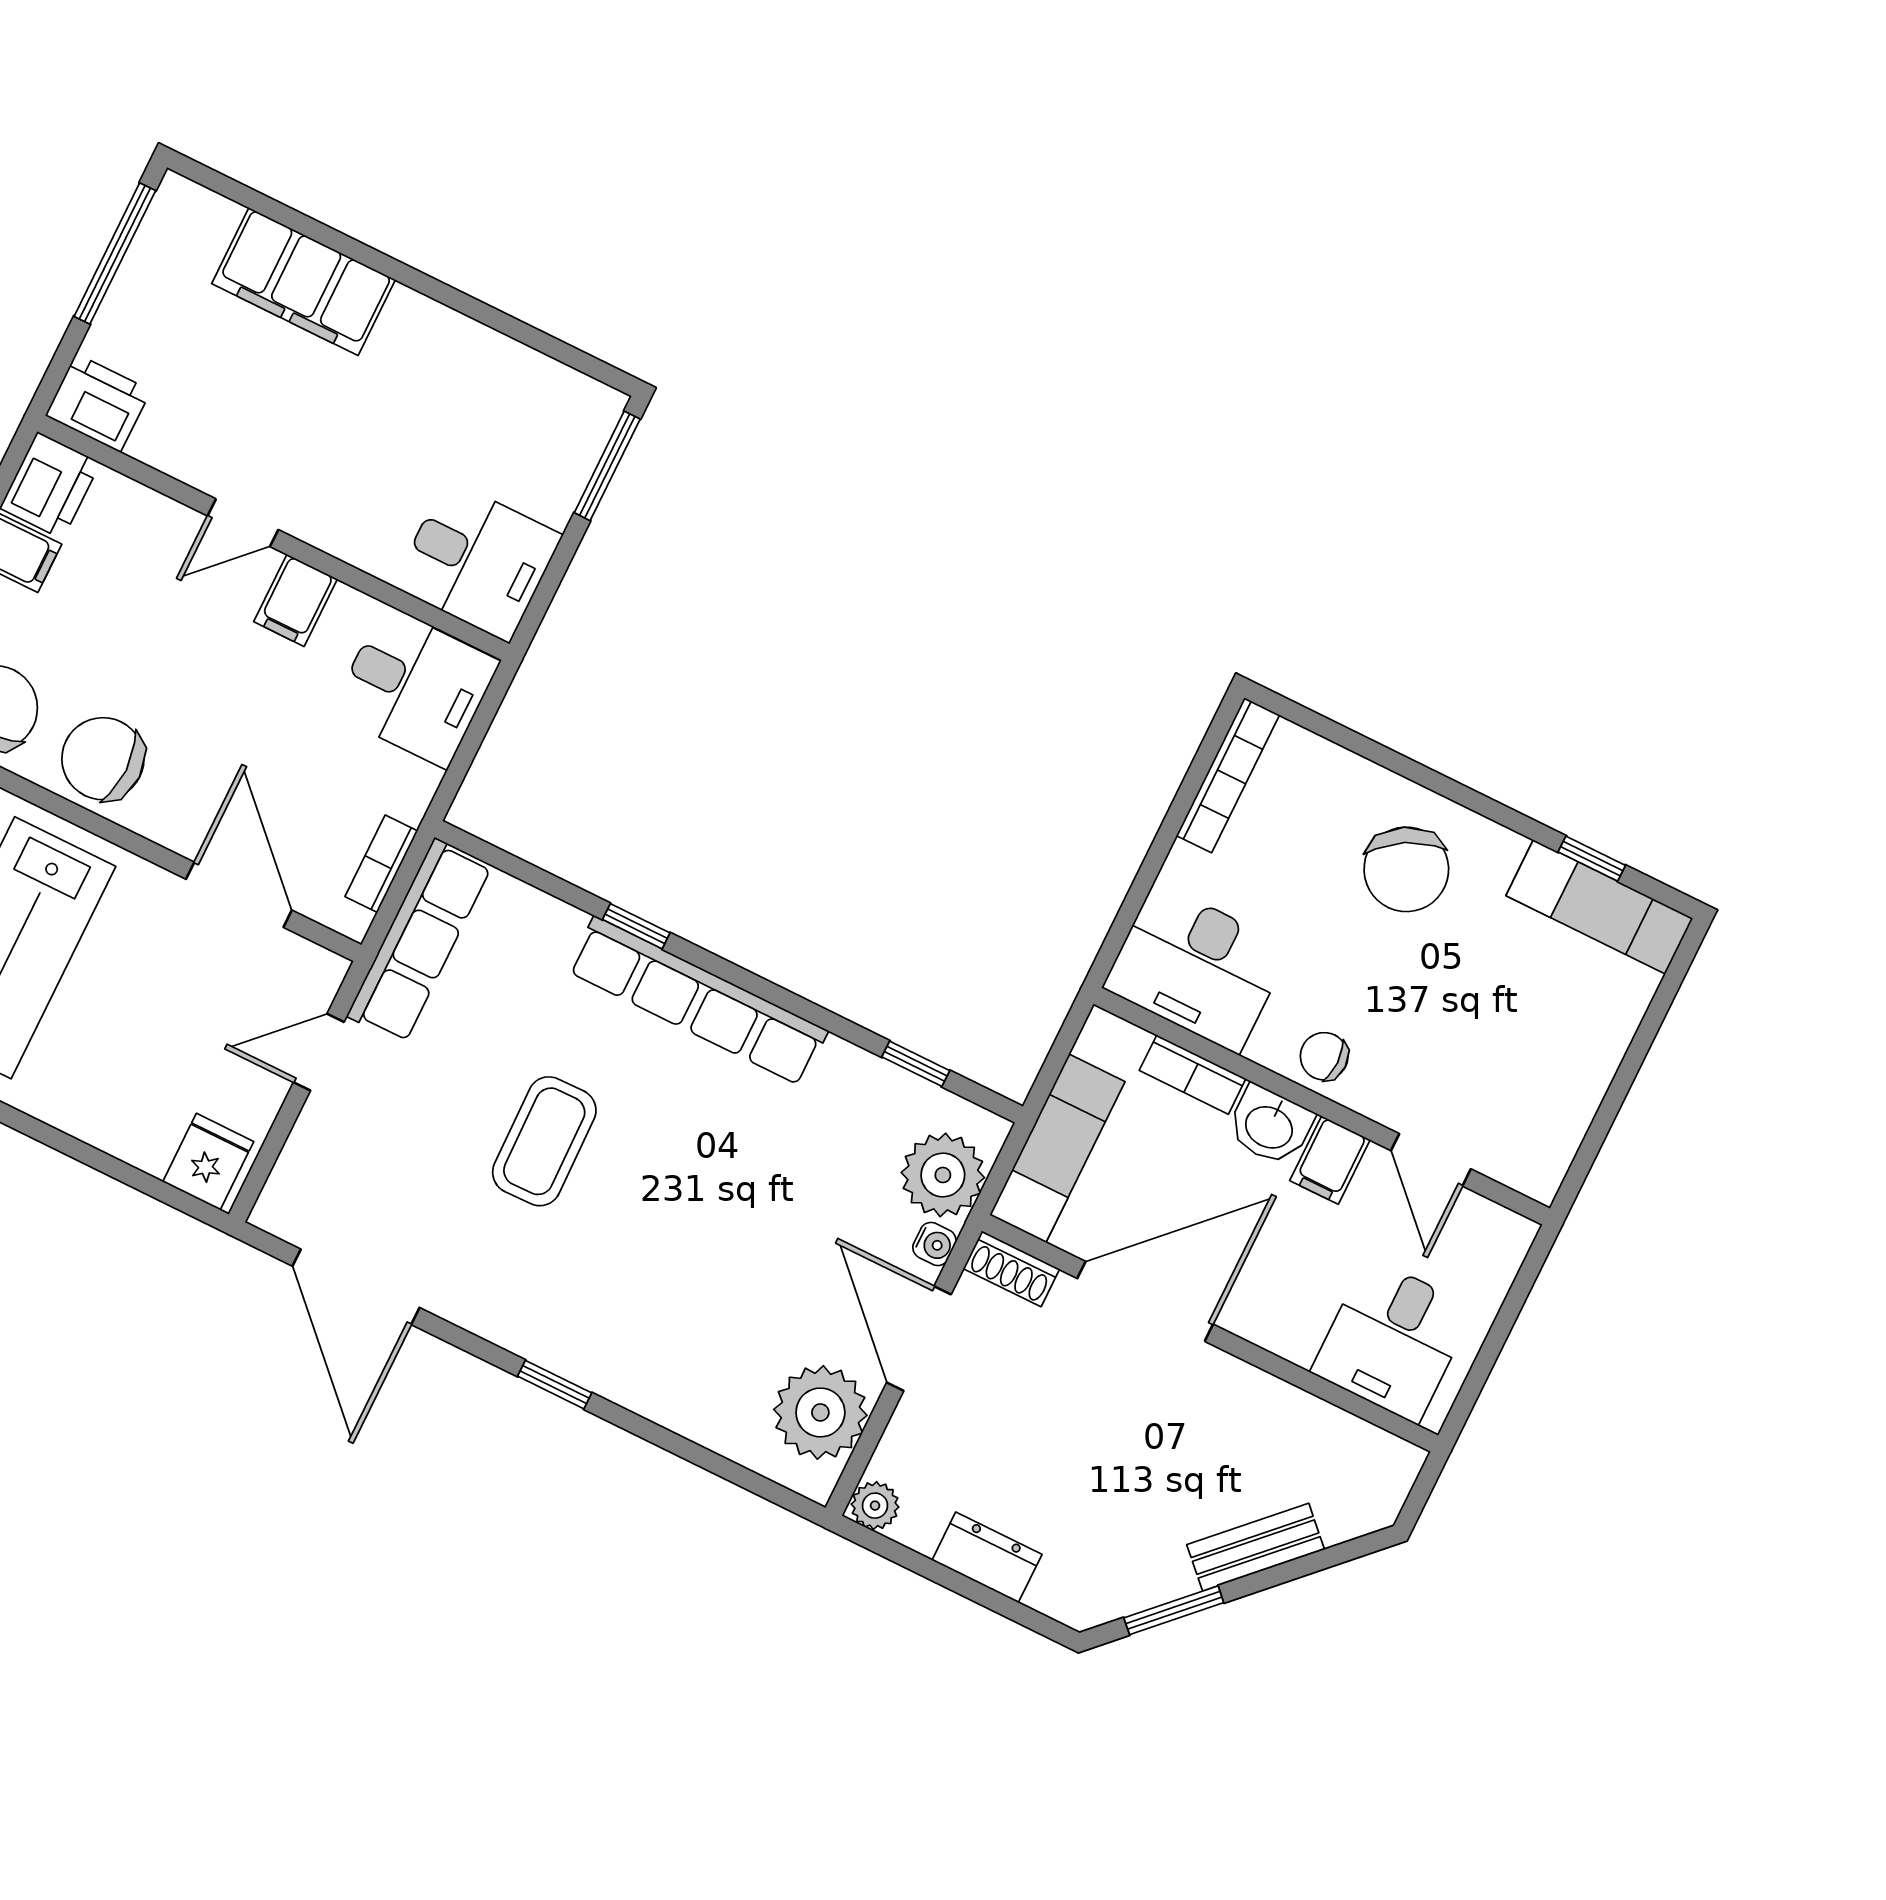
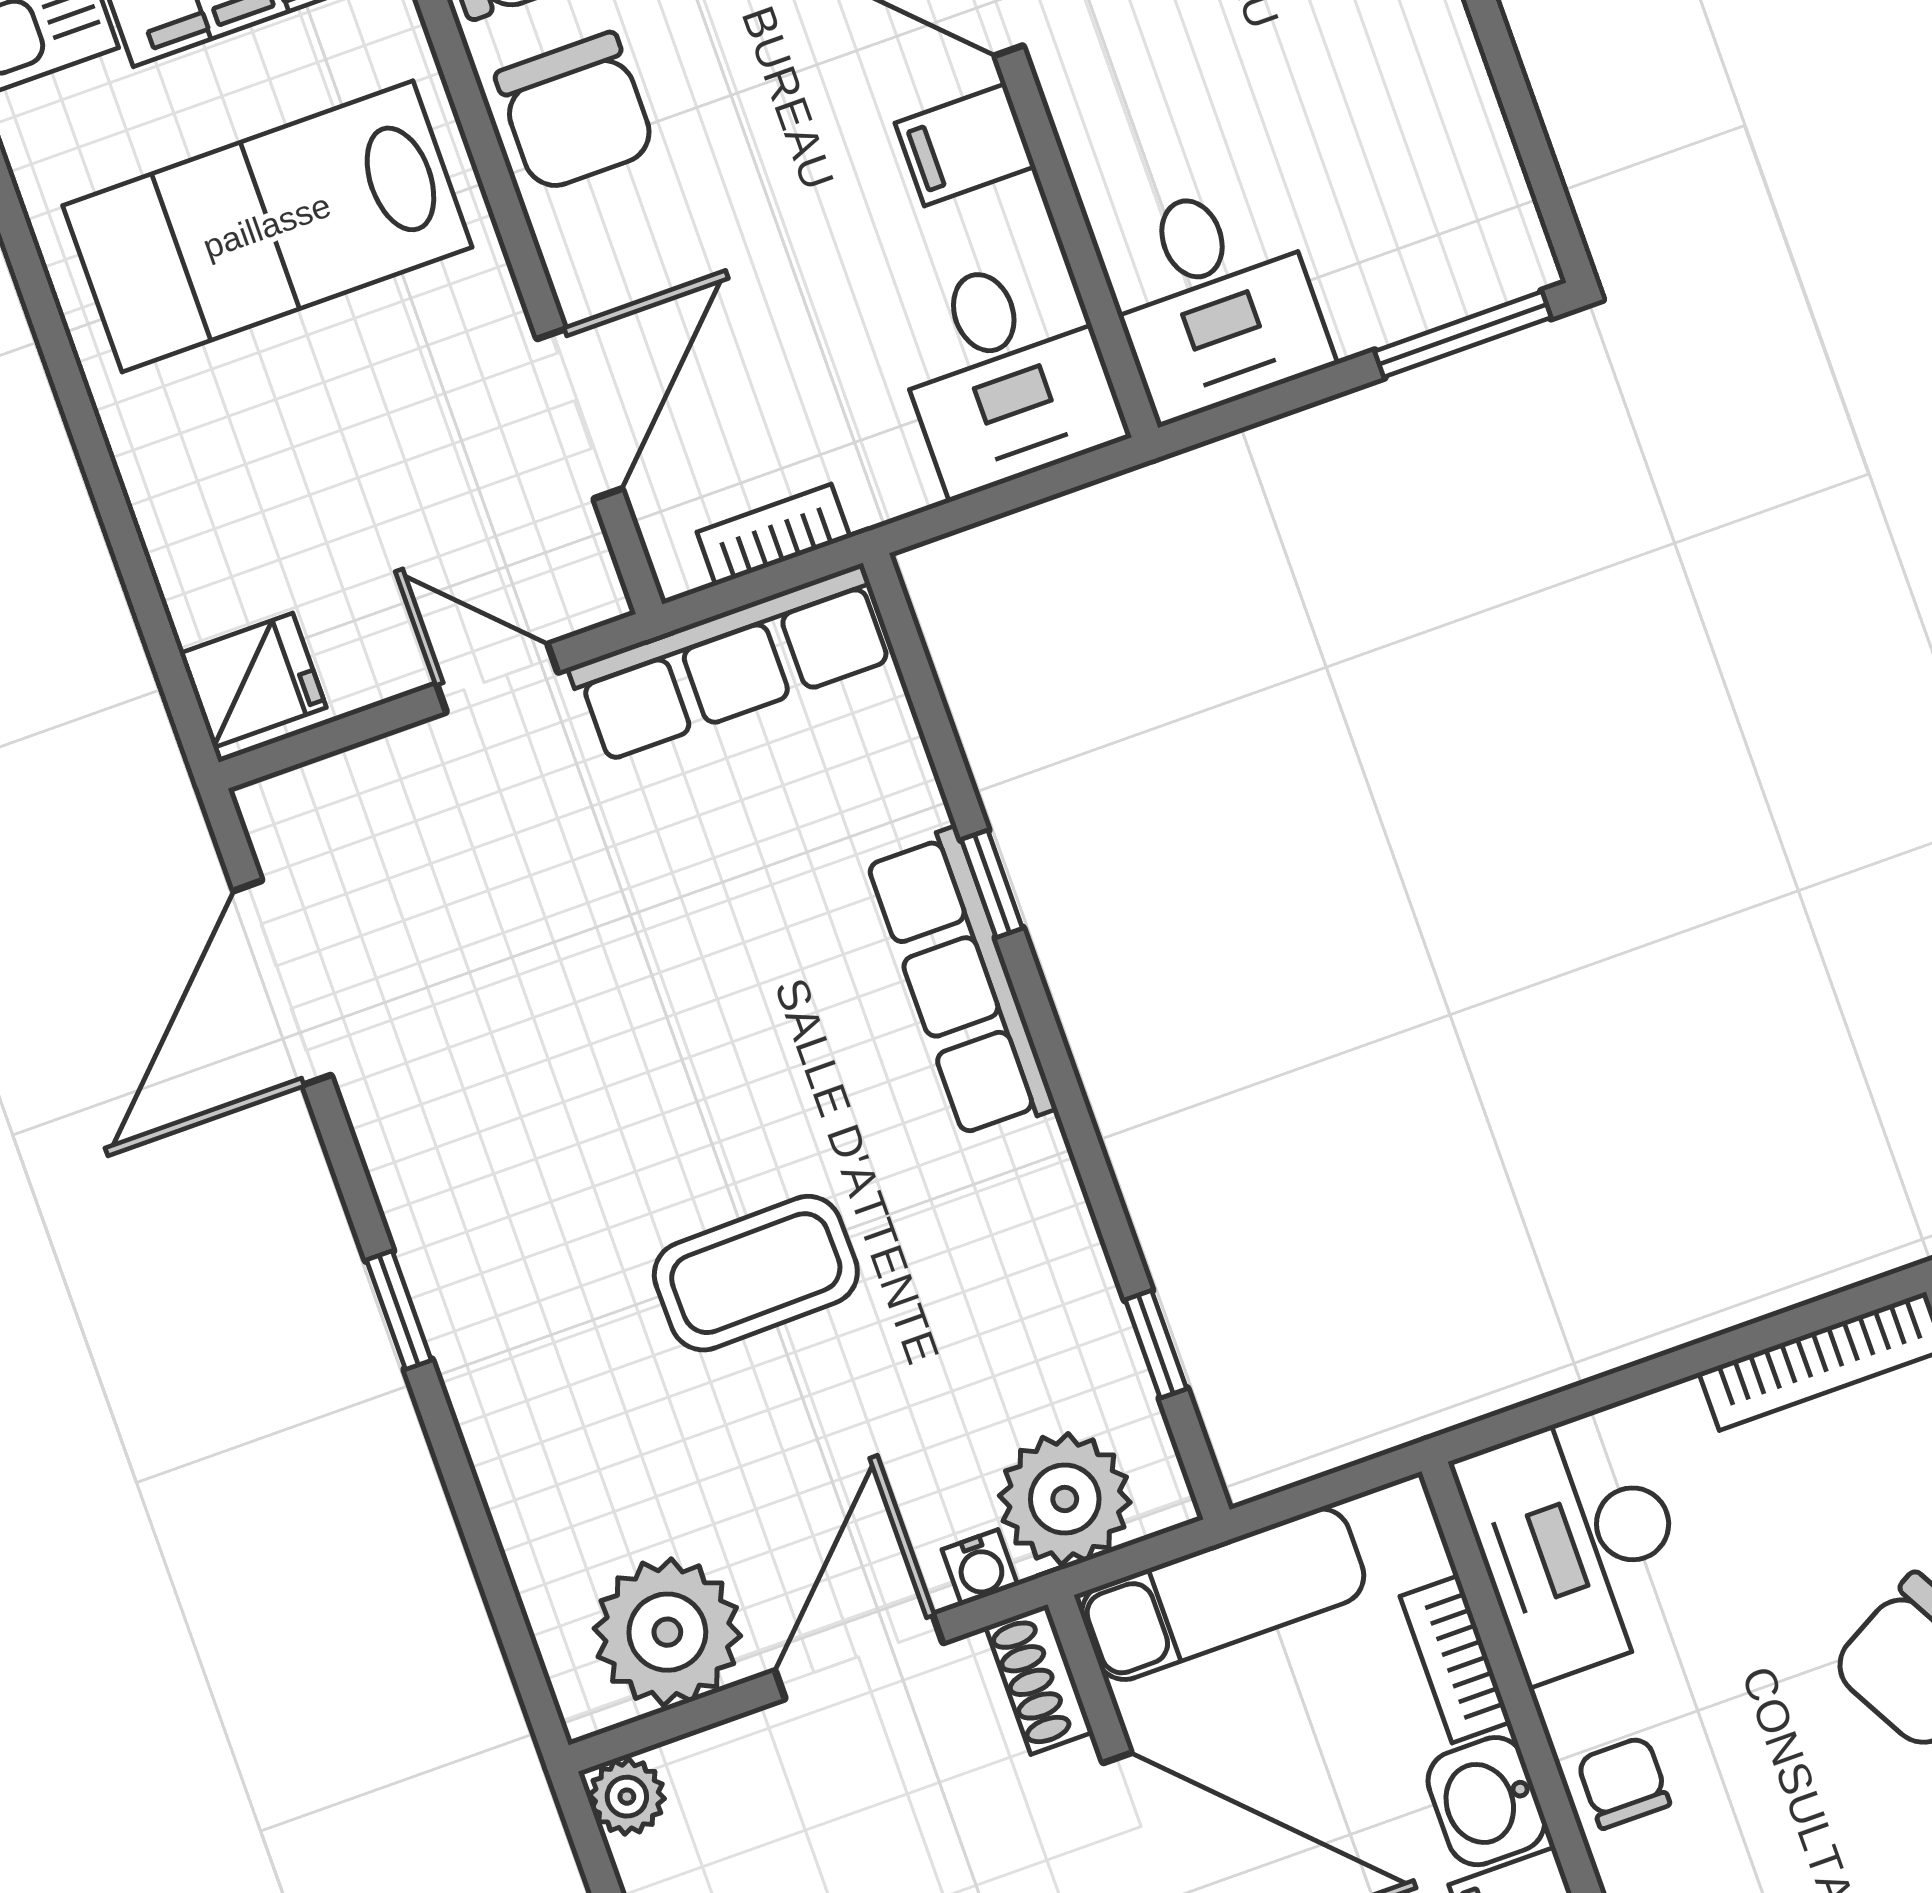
chair: (103, 759) -> (575, 112), turned 180
row of seats: (698, 1001) -> (961, 983), width x0.73
coffee table: (544, 1141) -> (756, 1273), moved

